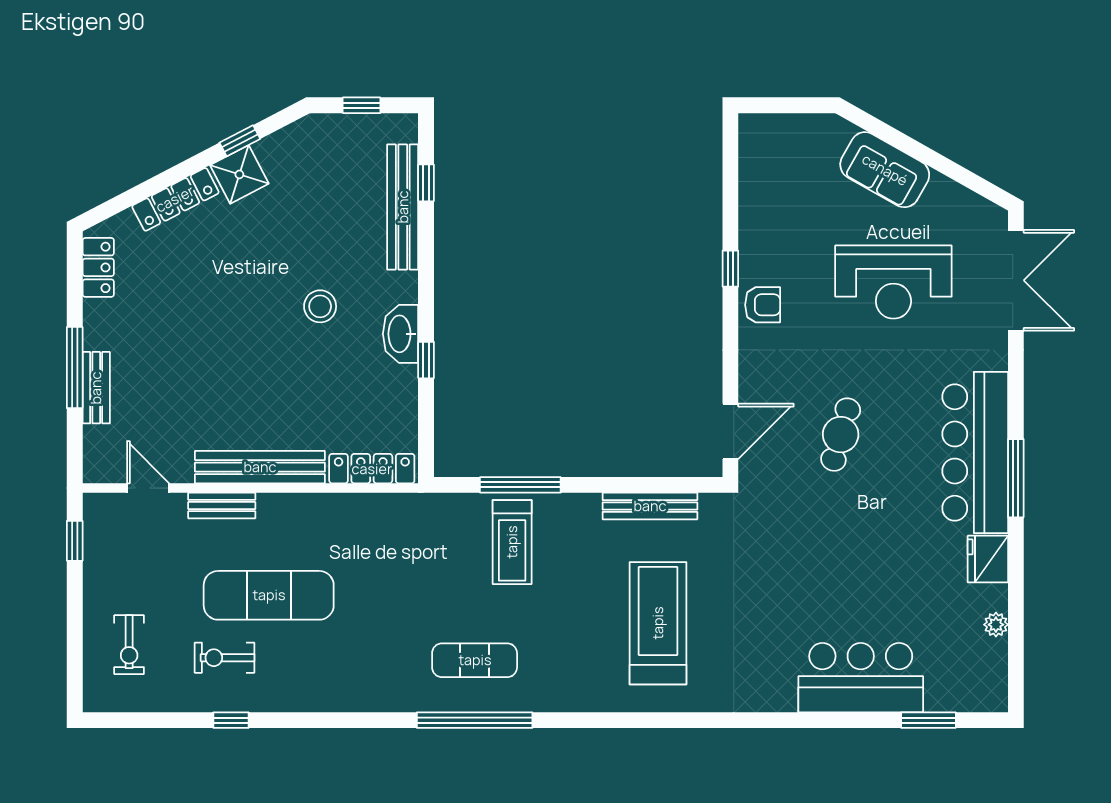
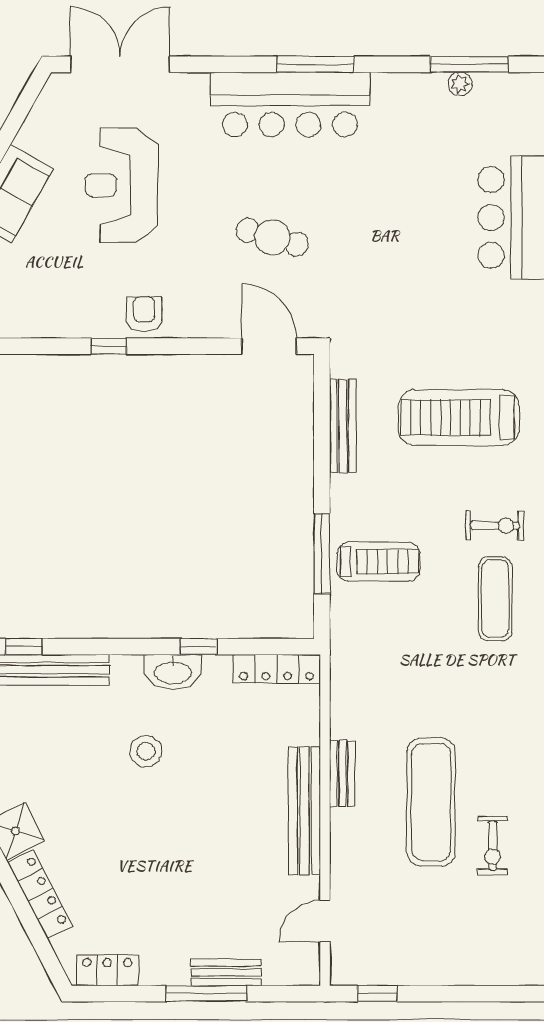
reception desk: (893, 282) -> (122, 185), turned 180
locker: (372, 469) -> (277, 669), moved, turned -90
bench: (222, 506) -> (342, 774), moved
fridge: (988, 559) -> (395, 92), removed
window: (1016, 634) -> (469, 64), added
exercise bike: (129, 645) -> (495, 526), moved

